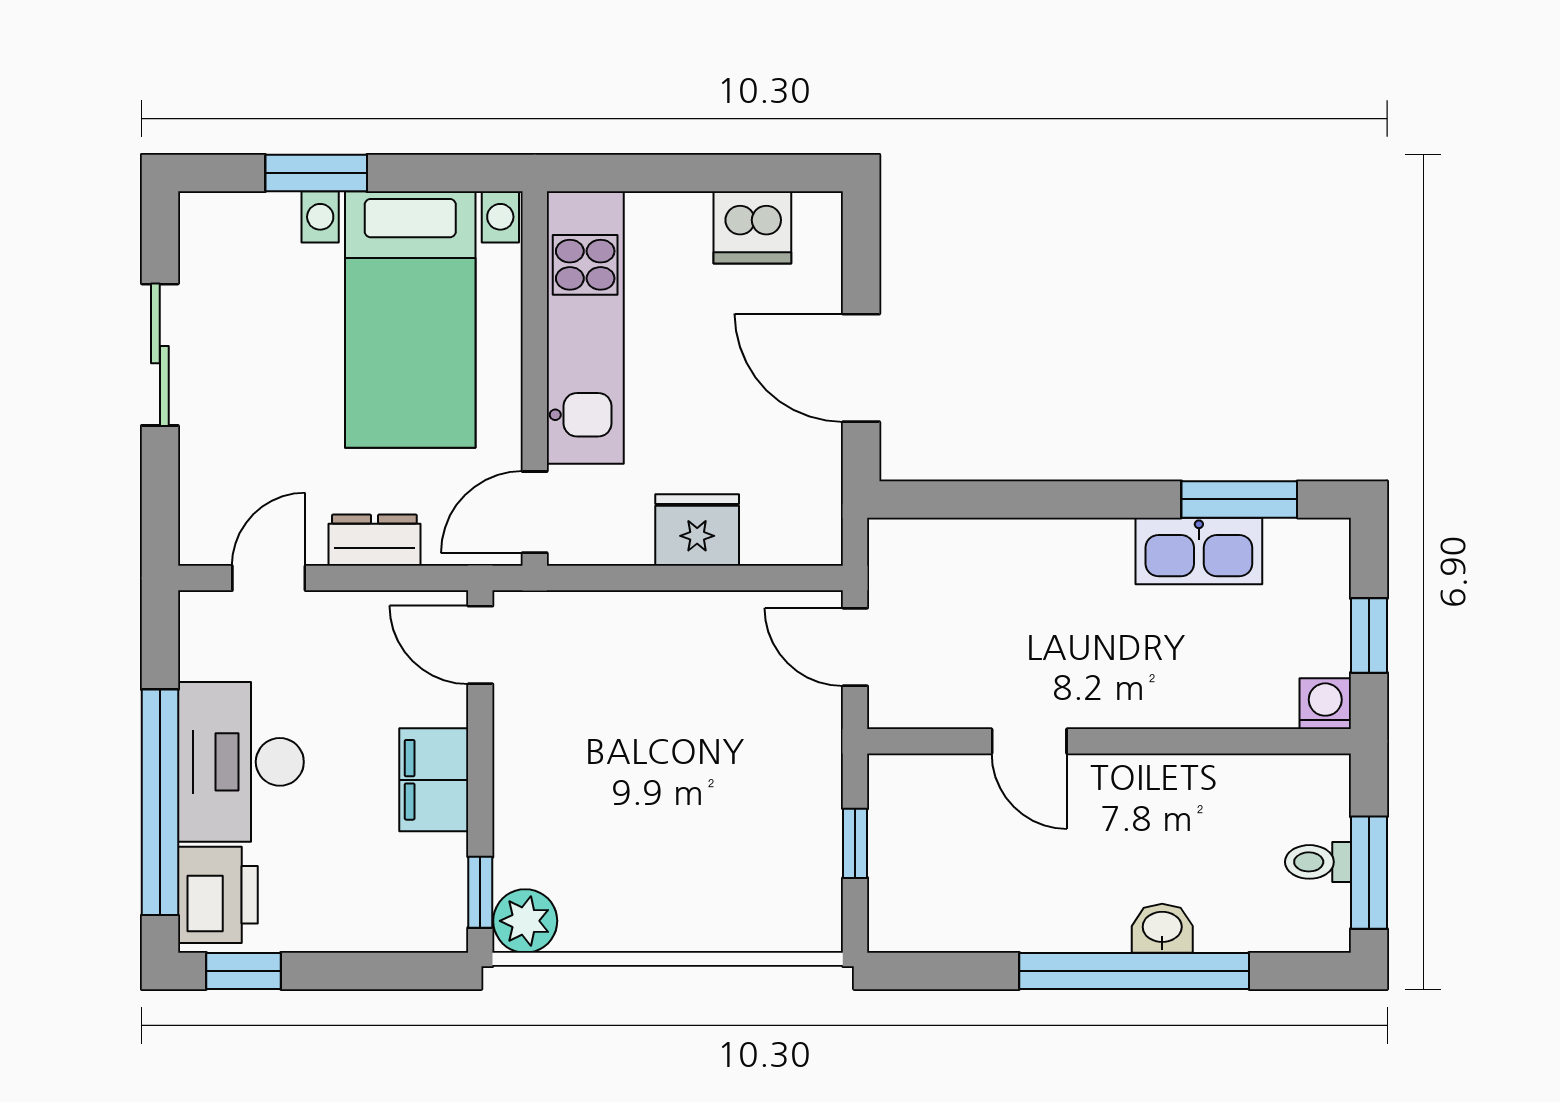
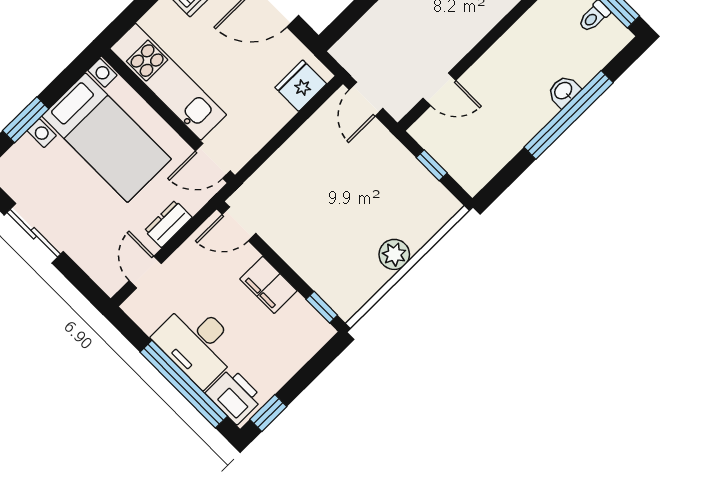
door: (535, 512) -> (213, 161), hinge flipped
fridge: (697, 530) -> (301, 86), moved
door: (855, 647) -> (366, 99), hinge flipped
door: (1029, 741) -> (439, 89), moved
plant: (525, 921) -> (394, 254), moved

